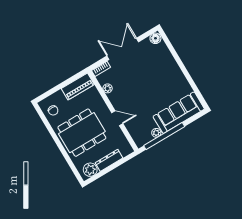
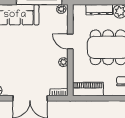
plant: (108, 88) -> (63, 62), moved
plant: (156, 133) -> (61, 9), moved

